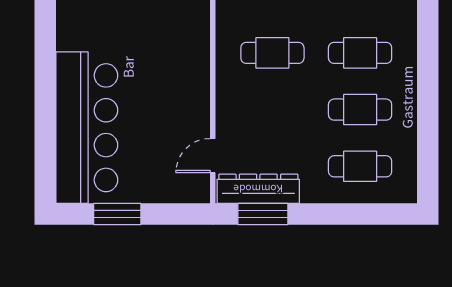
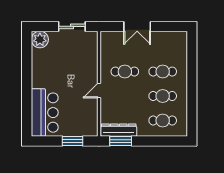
bar counter: (87, 128) -> (45, 113), width x0.73
door: (213, 156) -> (99, 91), moved
window: (117, 214) -> (72, 141), moved

